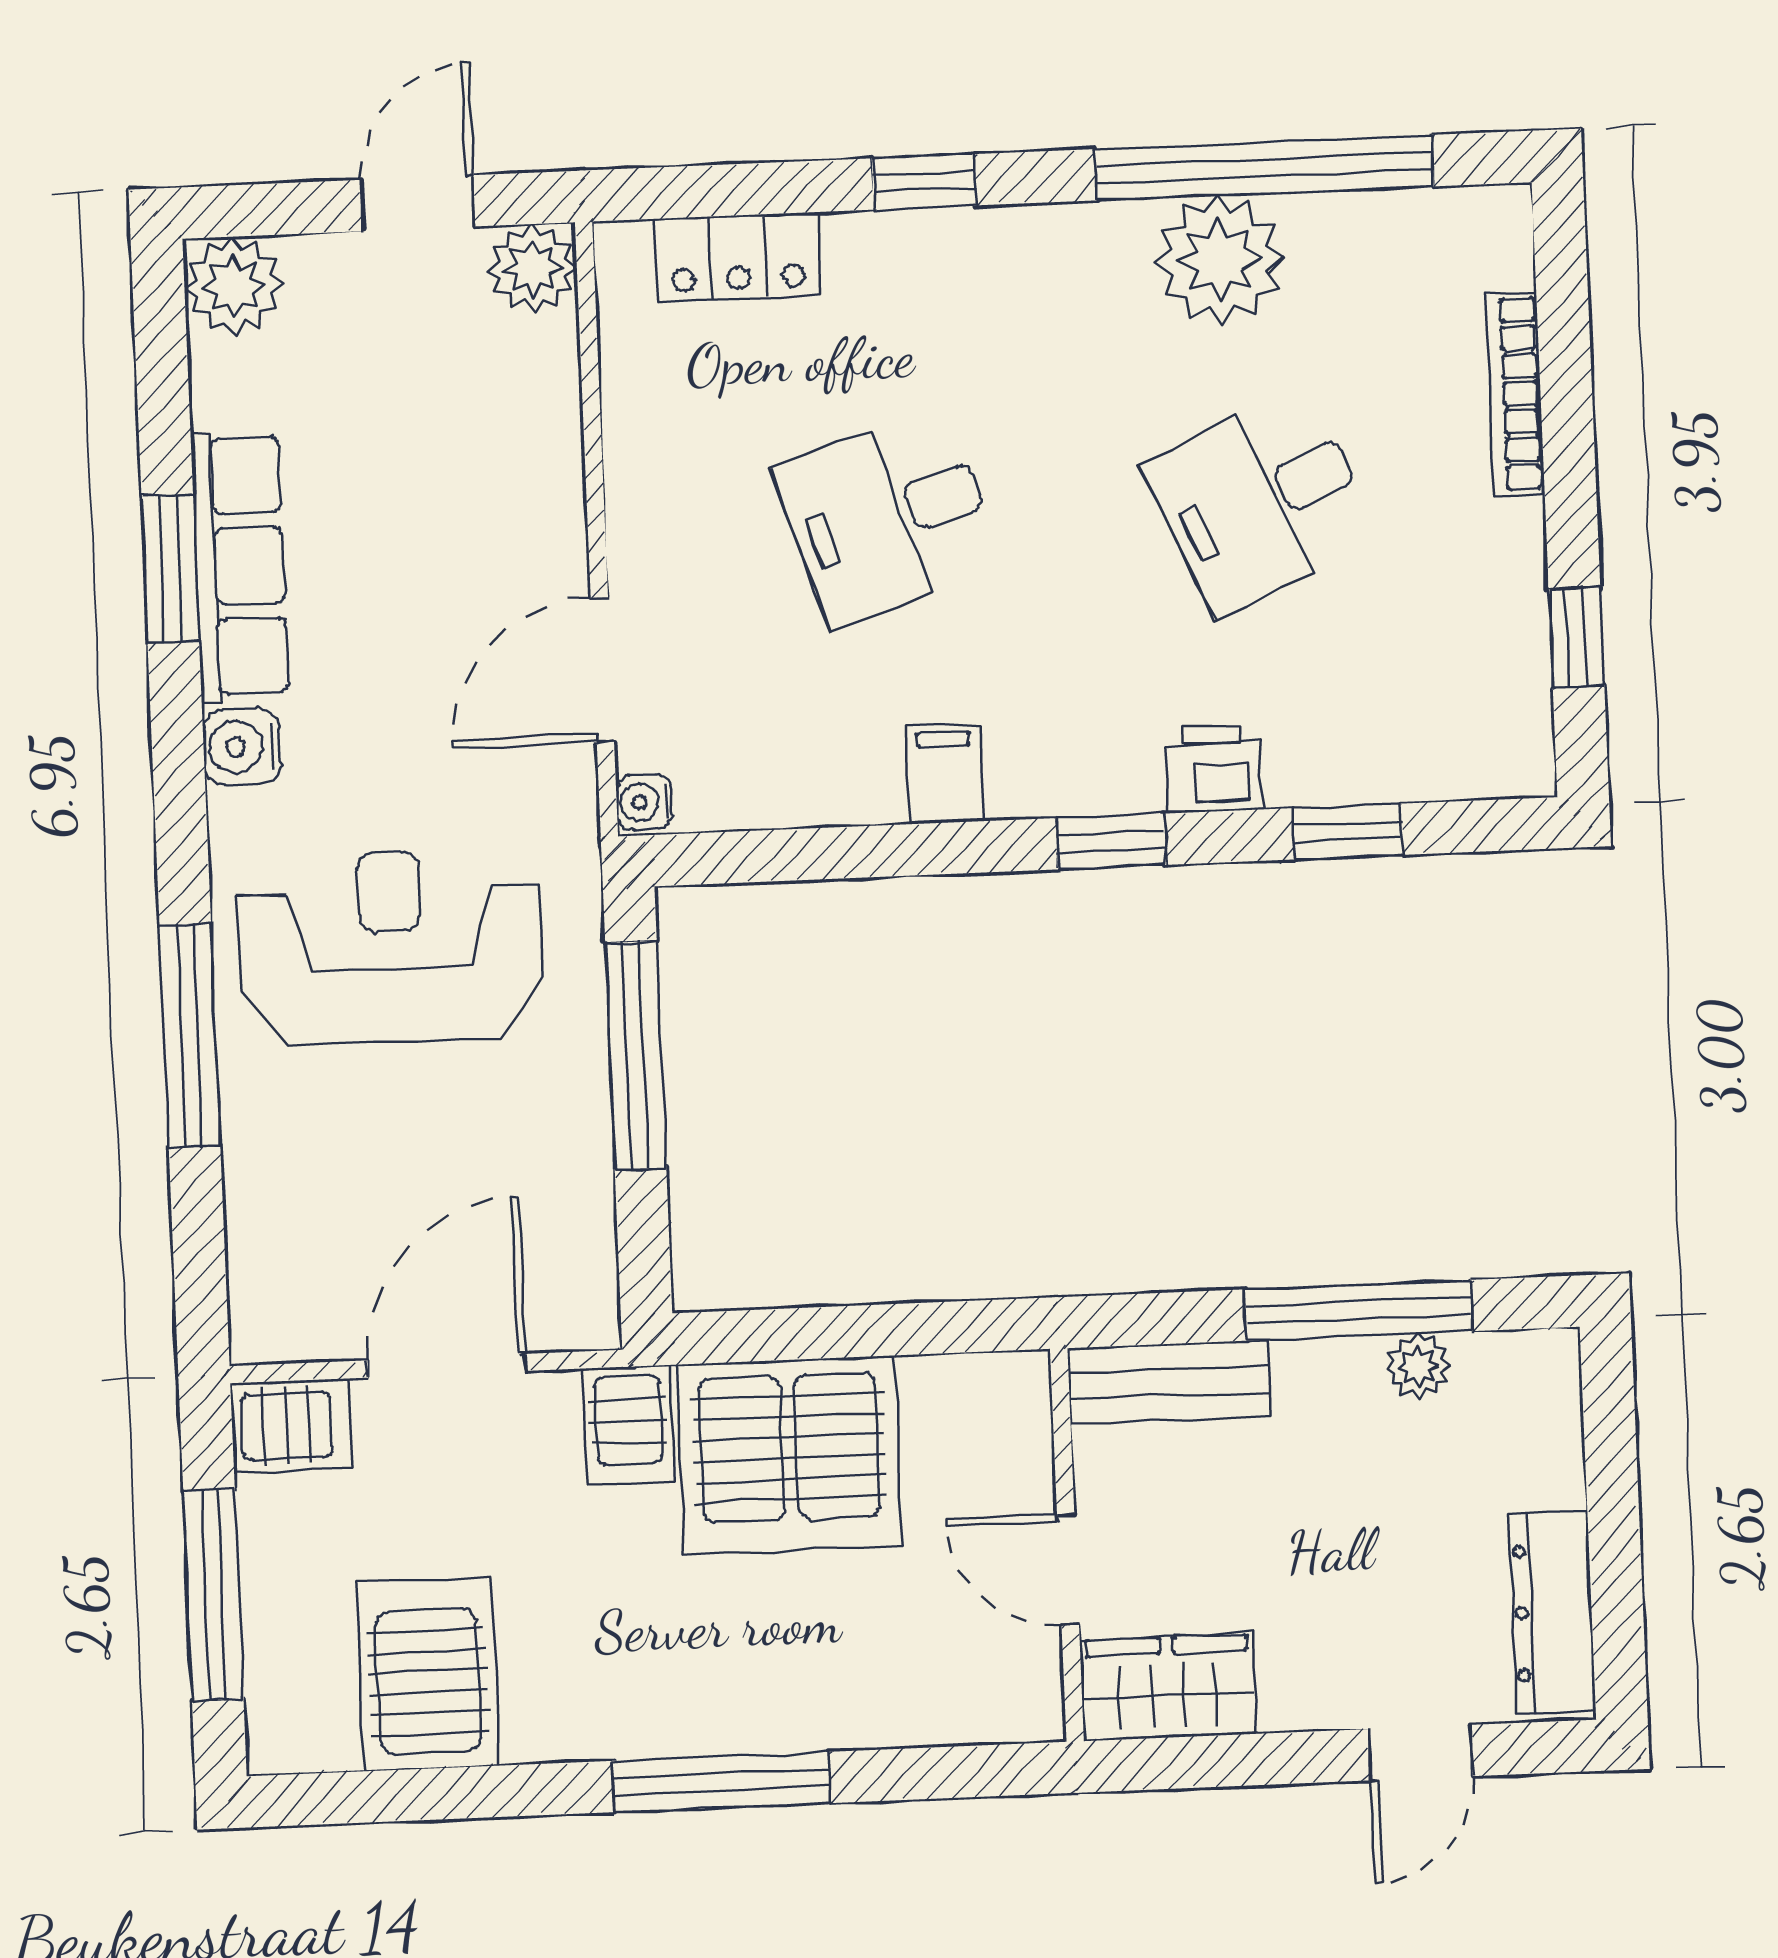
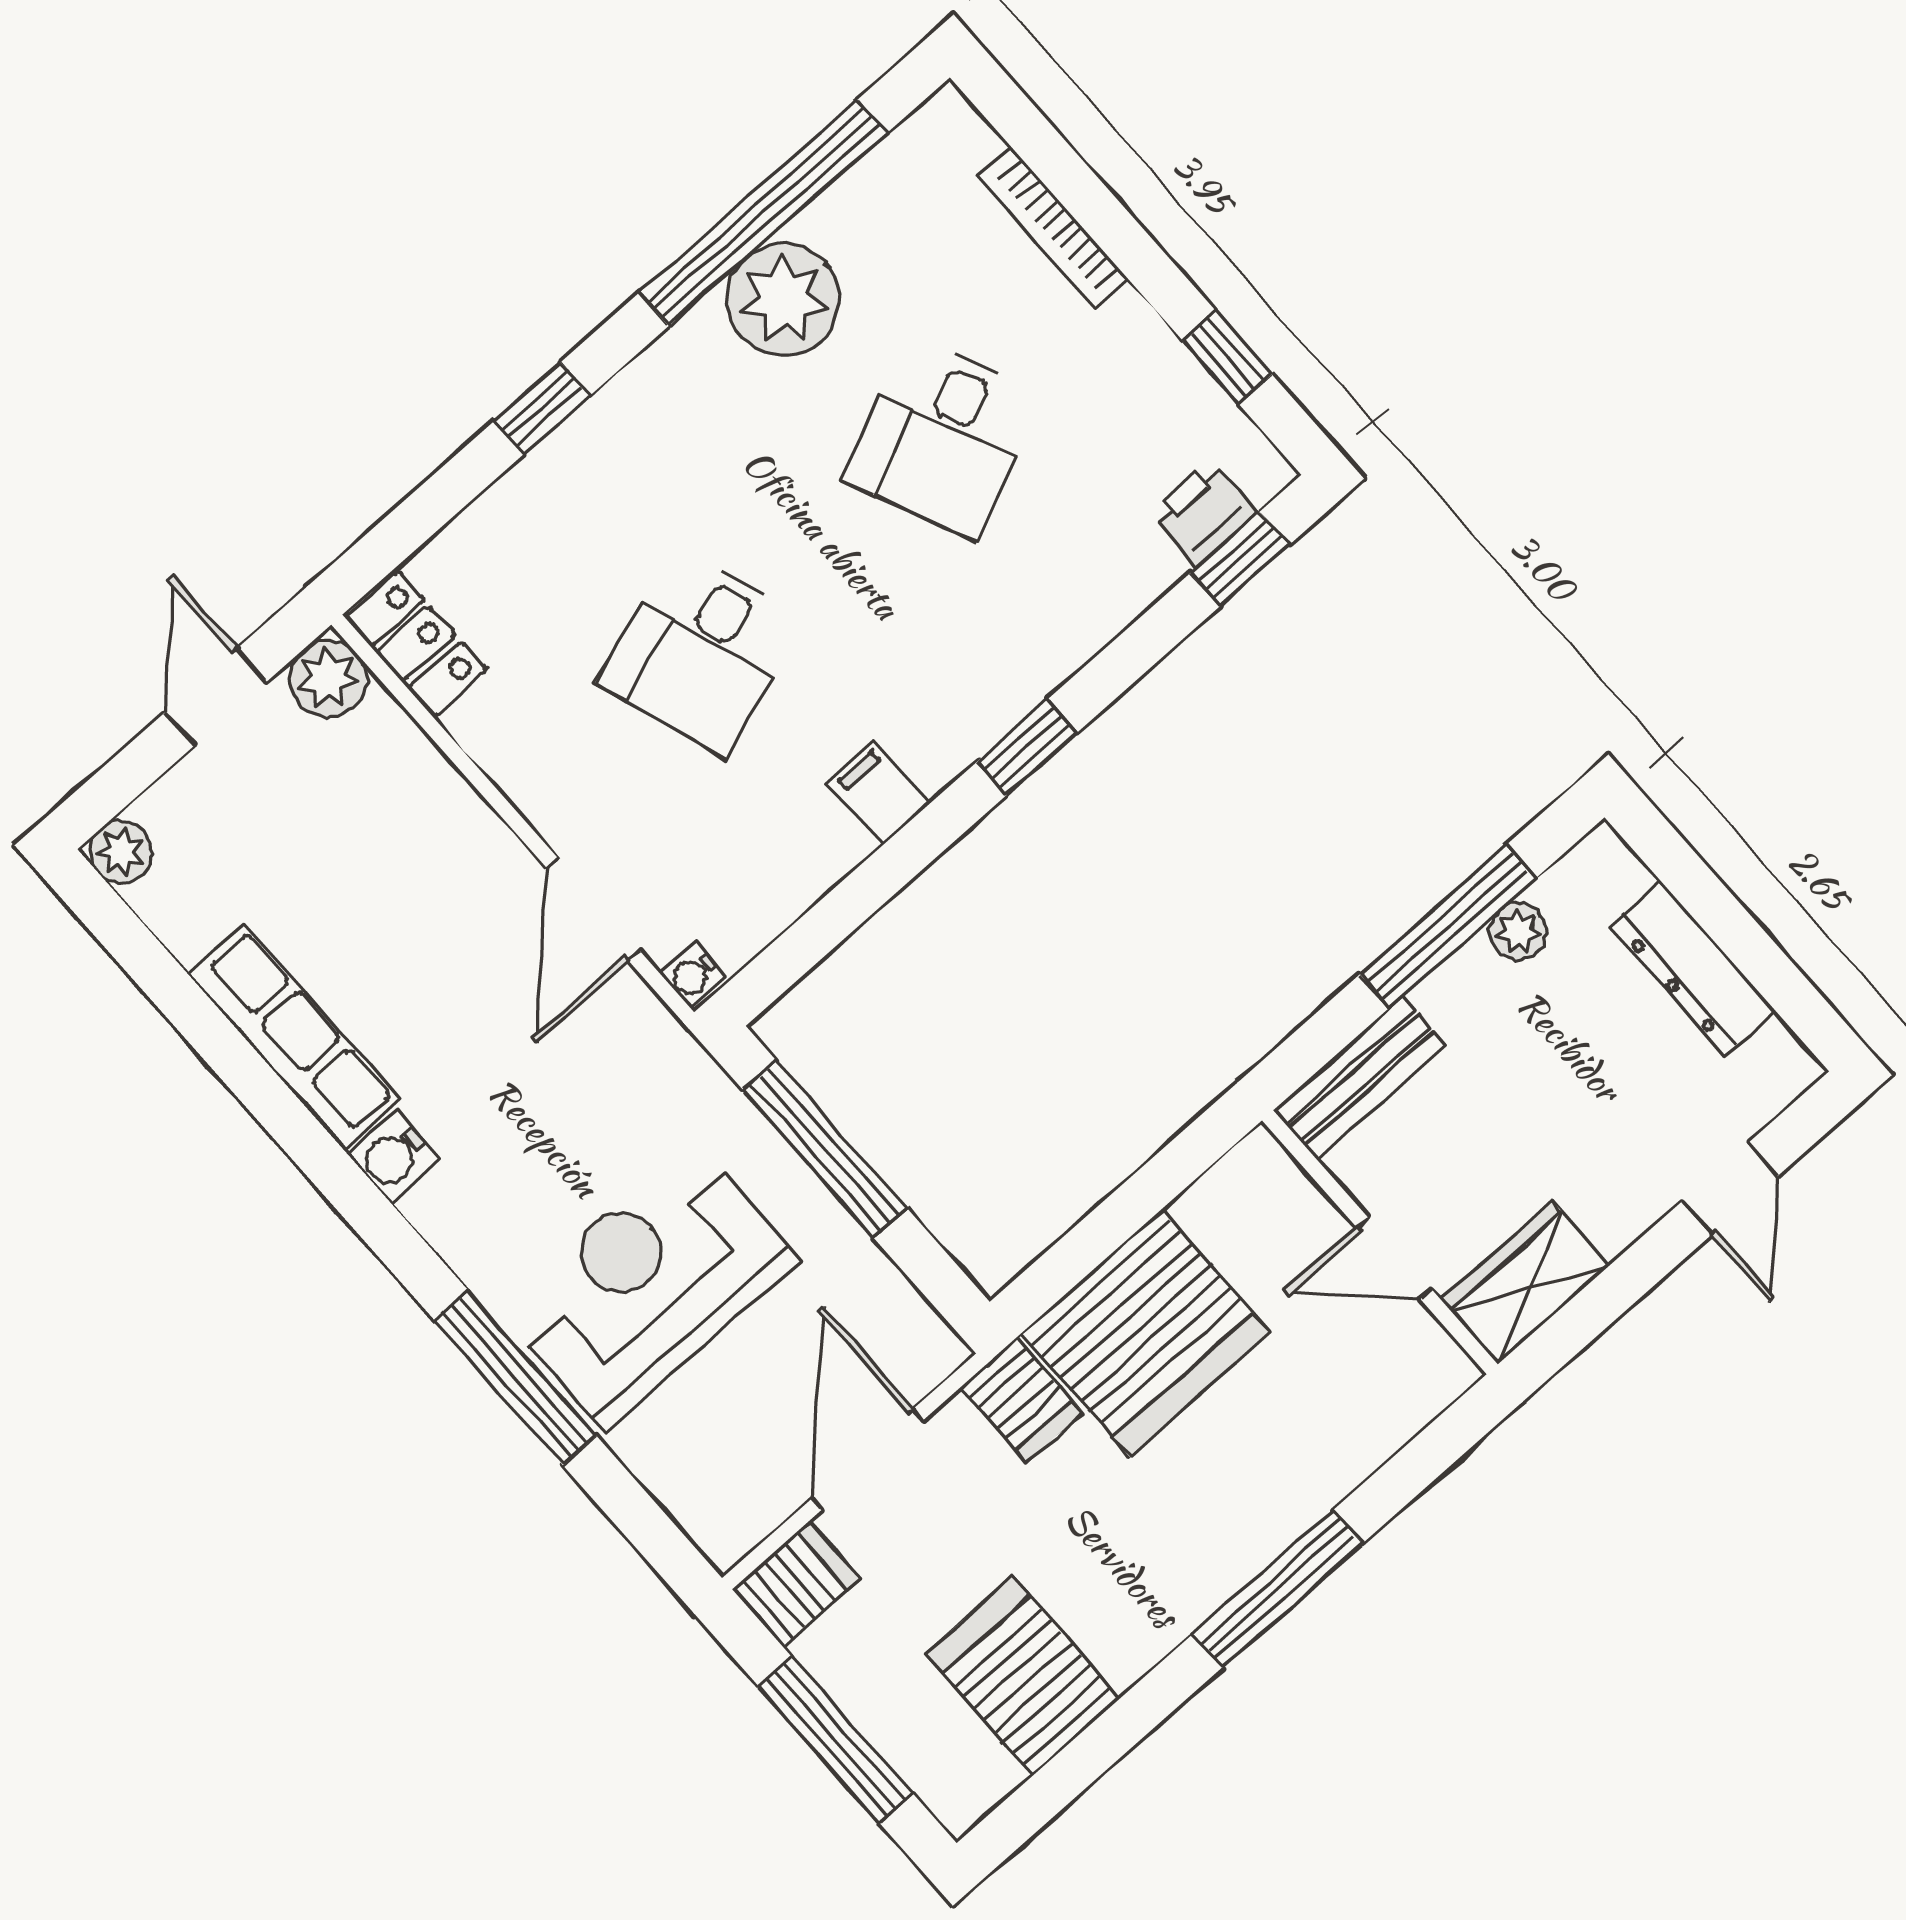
locker: (738, 257) -> (416, 644), moved, turned -90
plant: (234, 286) -> (121, 852), width x0.73, depth x0.73
window: (170, 569) -> (249, 1077), removed
printer: (1213, 769) -> (1203, 513), moved
window: (1348, 832) -> (1240, 559), moved
reception desk: (391, 947) -> (649, 1285), moved
dresser: (1552, 1612) -> (1693, 968), moved

